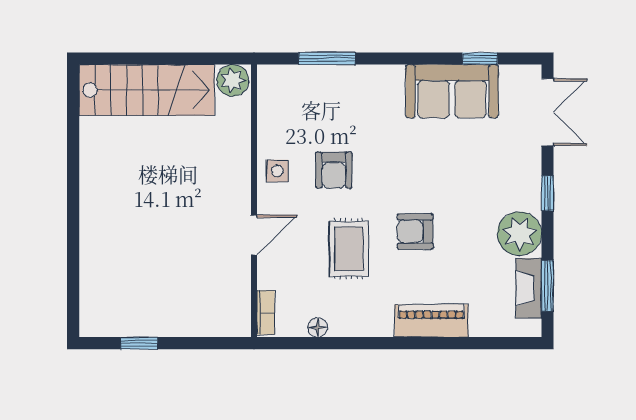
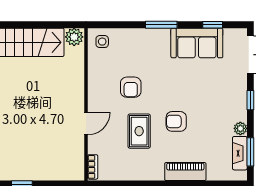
window: (327, 59) -> (161, 25), moved
side table: (277, 171) -> (102, 42), moved
plant: (519, 234) -> (240, 128), width x0.53, depth x0.53
floor lamp: (318, 328) -> (122, 175), removed

